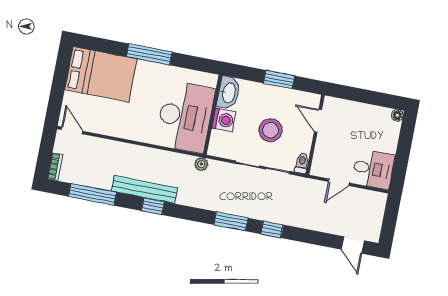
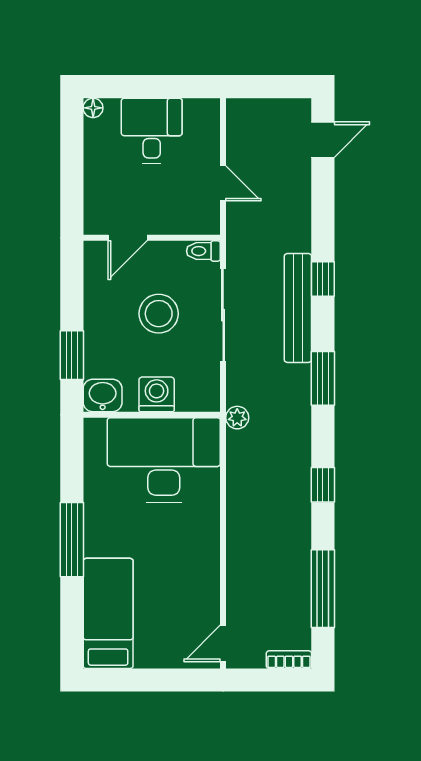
bed: (101, 74) -> (108, 613), width x0.67
window: (279, 80) -> (72, 355), moved
washbasin: (228, 93) -> (103, 395), width x0.72
desk: (373, 169) -> (152, 131), moved
bench: (144, 190) -> (298, 308), moved
window: (231, 221) -> (323, 378), moved

